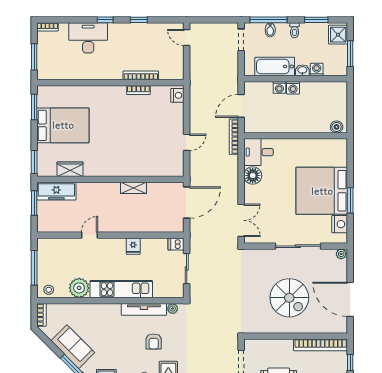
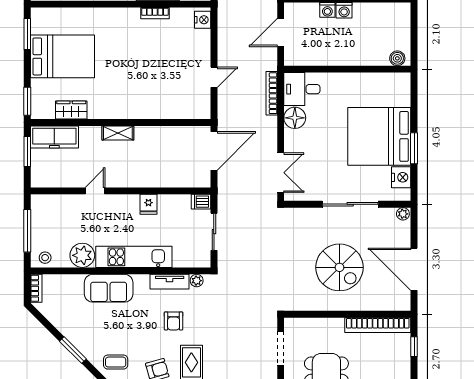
bookcase: (234, 137) -> (272, 93), moved
shelving: (133, 188) -> (118, 133), moved
tv unit: (144, 309) -> (170, 282), width x0.71
sofa: (73, 347) -> (109, 288), moved, turned 135

